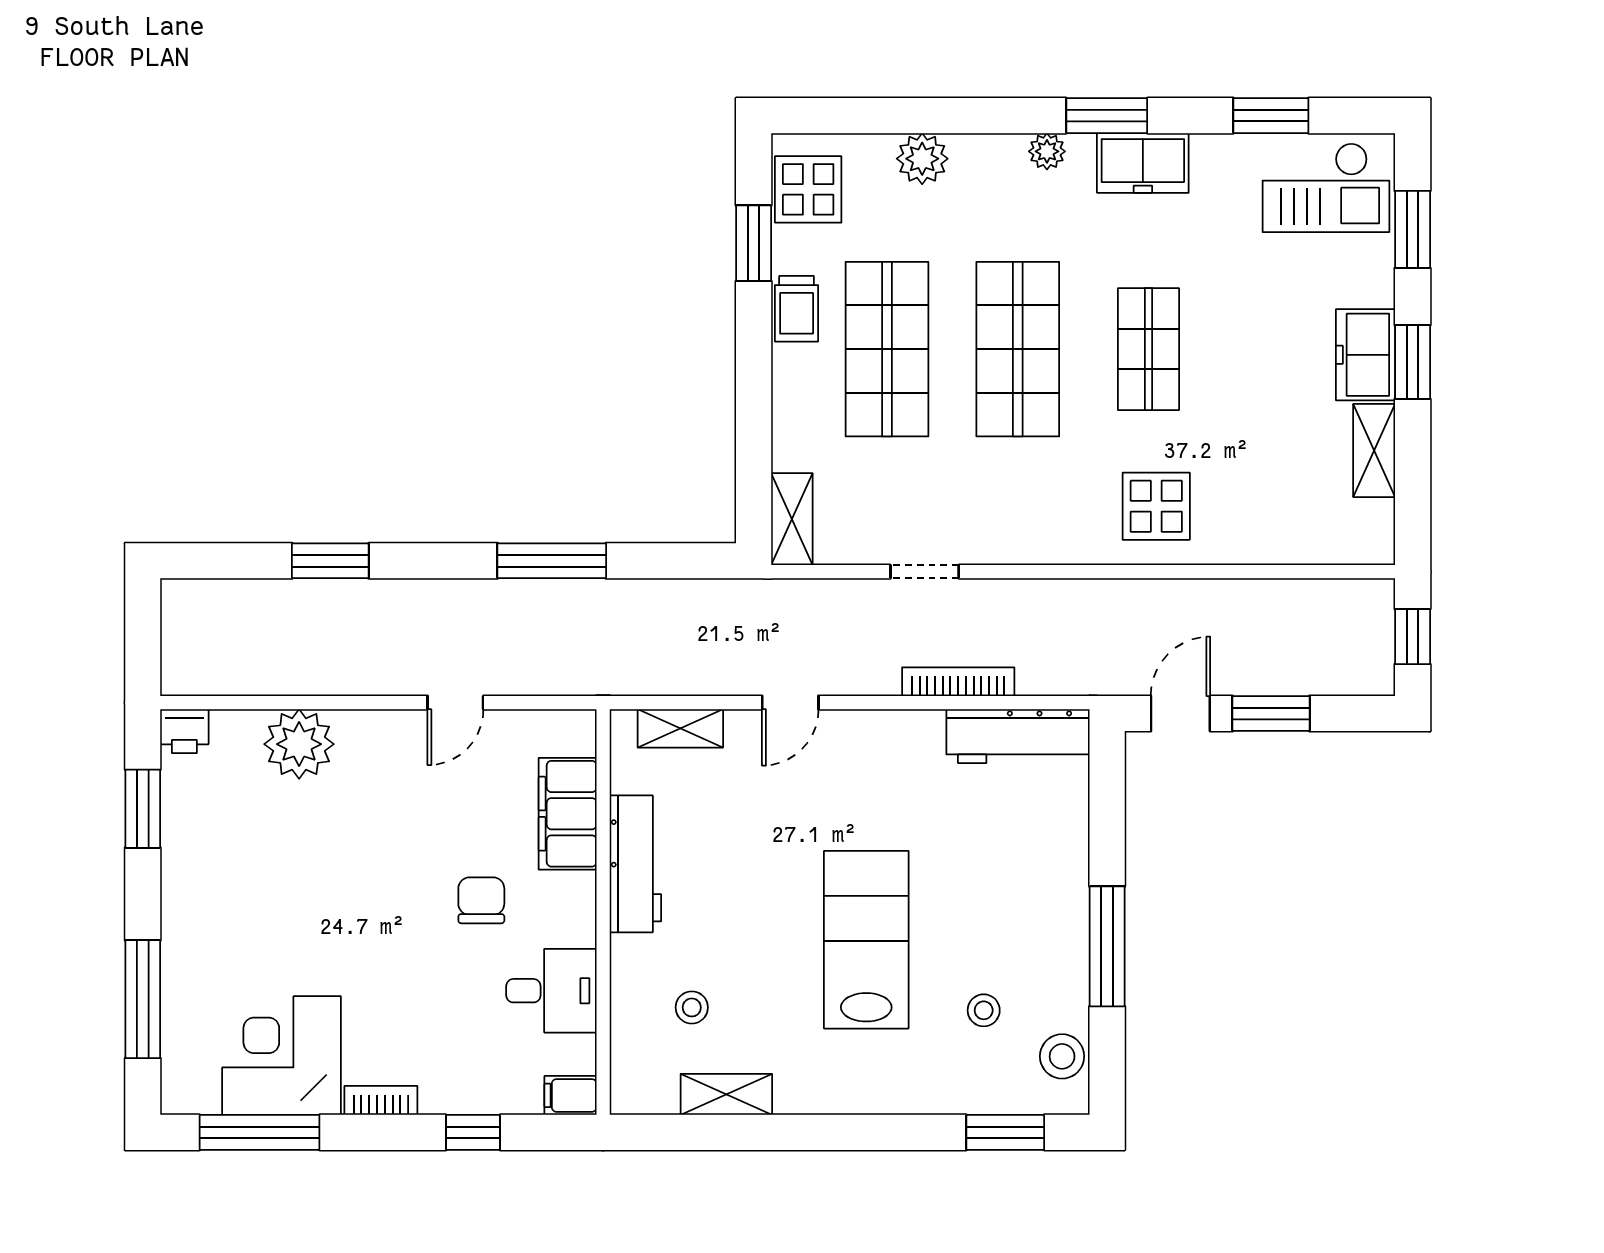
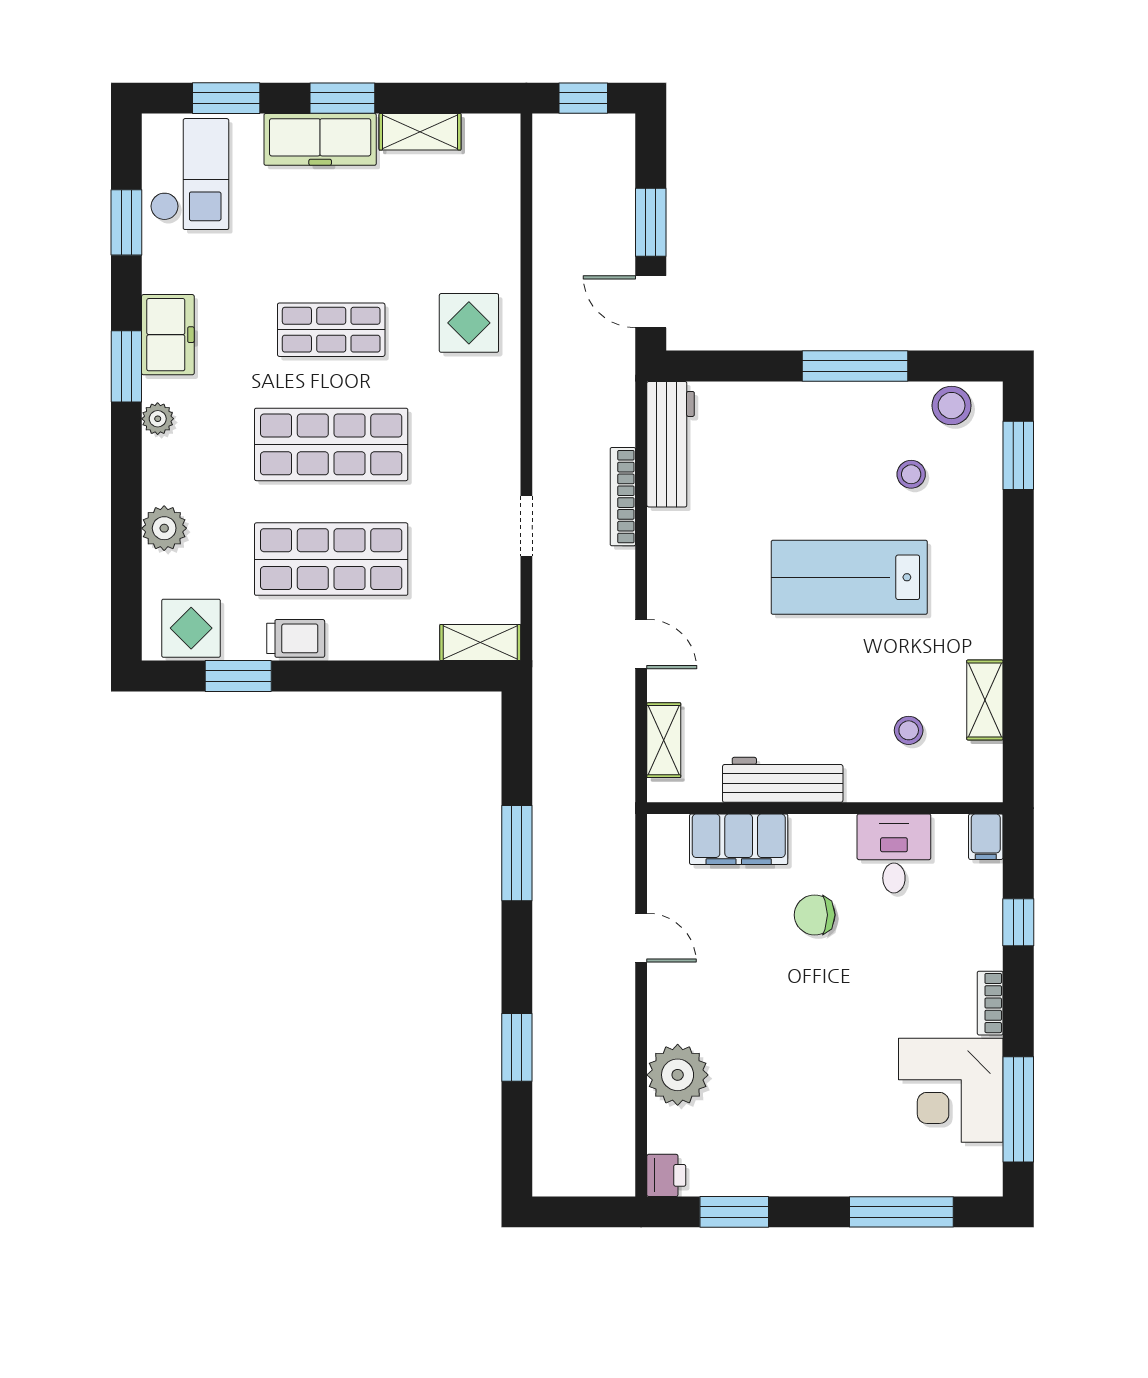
freezer: (1365, 355) -> (320, 139), width x1.40

